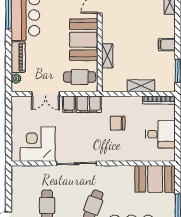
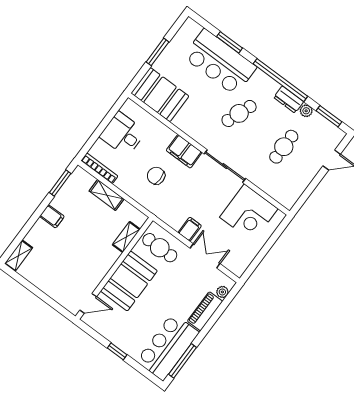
shelving: (107, 56) -> (126, 237), moved
filing cabinet: (89, 104) -> (184, 151), moved, turned 180
chair: (118, 123) -> (156, 176), turned 180

